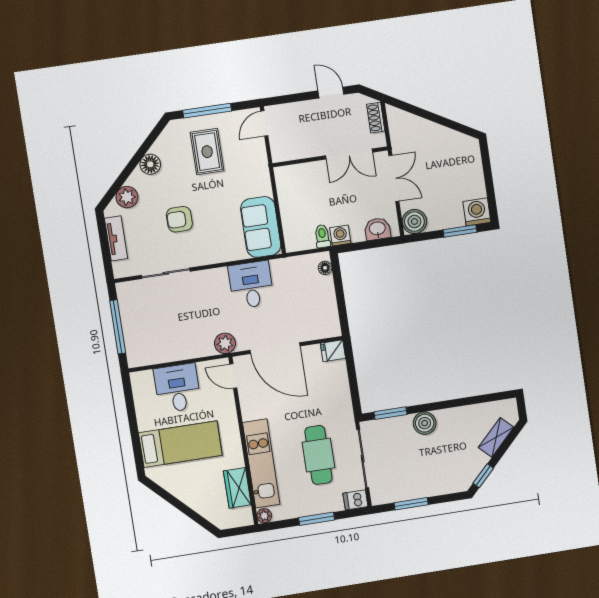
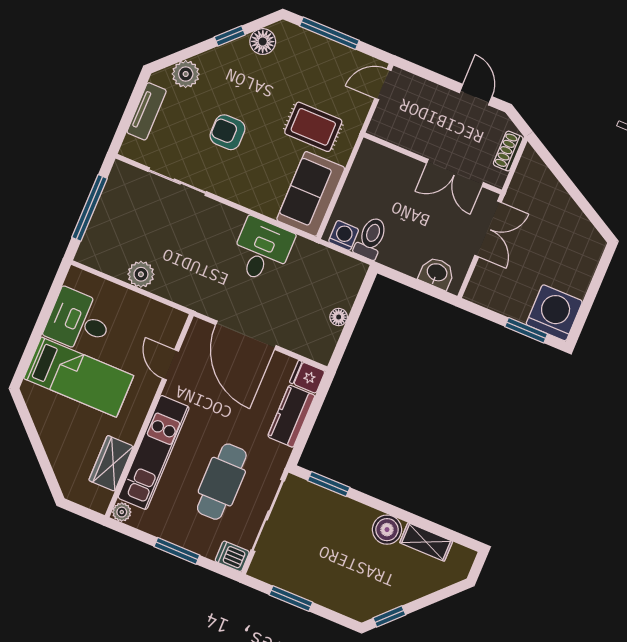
rug: (207, 152) -> (313, 127), moved, turned 90
window: (141, 153) -> (230, 36), added
floor lamp: (150, 164) -> (263, 42), moved
washing machine: (477, 212) -> (554, 313), width x1.37, depth x1.37
boiler: (414, 222) -> (482, 290), removed
toilet: (322, 236) -> (371, 238), width x1.37, depth x1.39
washing machine: (340, 236) -> (344, 236), moved
floor lamp: (325, 268) -> (339, 317), moved
plant: (225, 343) -> (141, 274), moved
door: (233, 376) -> (170, 365), moved
kitchen counter: (338, 383) -> (291, 416), added
desk: (177, 388) -> (79, 321), moved, turned -90
boiler: (425, 423) -> (387, 530), moved
shelving: (496, 437) -> (426, 542), moved, turned 45

